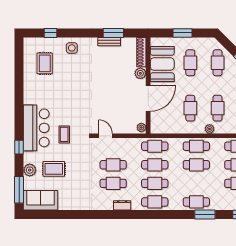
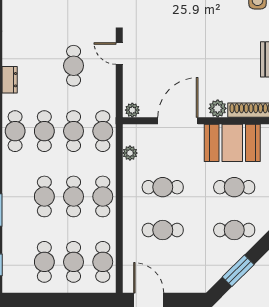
door: (148, 99) -> (178, 121), swing flipped
plant: (209, 129) -> (130, 153), moved
door: (105, 136) -> (119, 54), swing flipped
cafe table: (113, 183) -> (44, 66), removed
cafe table: (196, 202) -> (44, 196), moved

